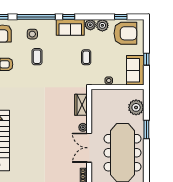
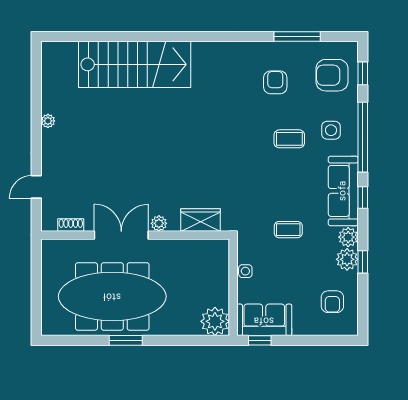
window: (121, 17) -> (363, 262), moved
sofa: (70, 27) -> (343, 191), width x1.36
armchair: (125, 33) -> (332, 302), width x0.53, depth x0.53
window: (146, 59) -> (260, 340), moved
plant: (136, 107) -> (215, 321), moved
window: (146, 130) -> (126, 340), moved

